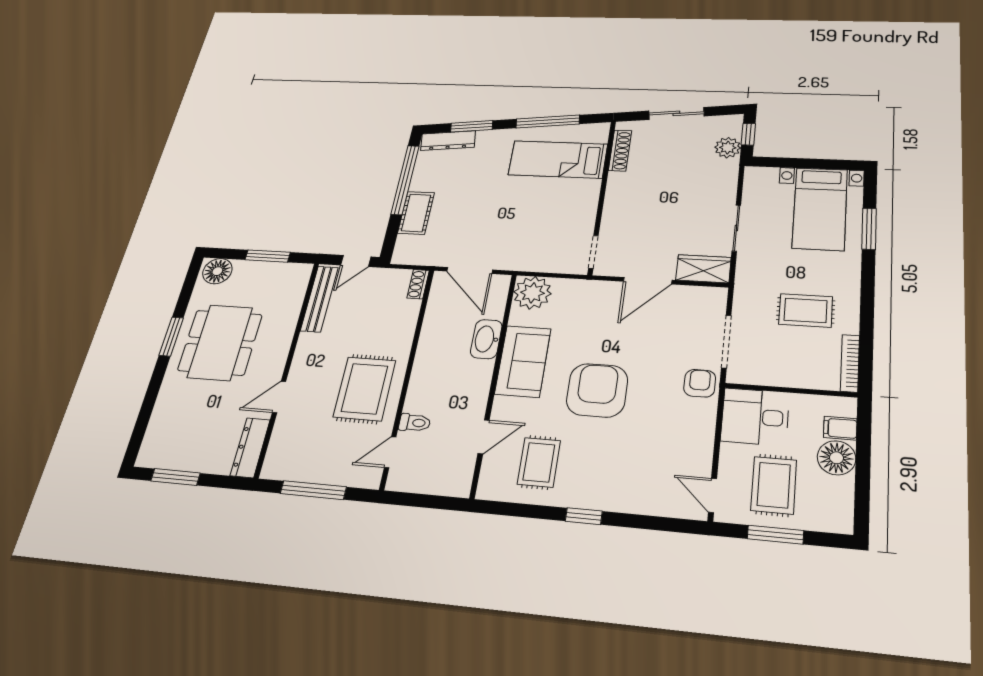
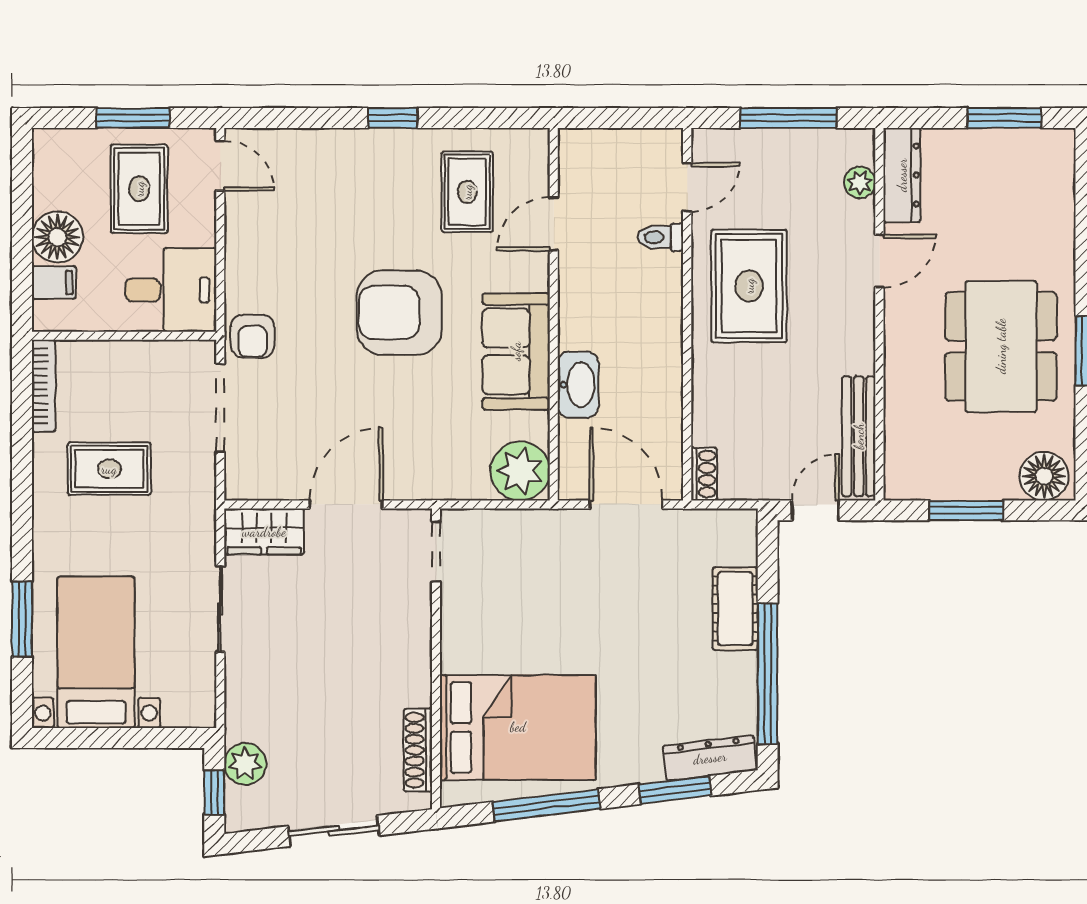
bed: (558, 159) -> (518, 727), width x1.50
armchair: (597, 390) -> (399, 313), turned 90
plant: (278, 445) -> (860, 182), added

